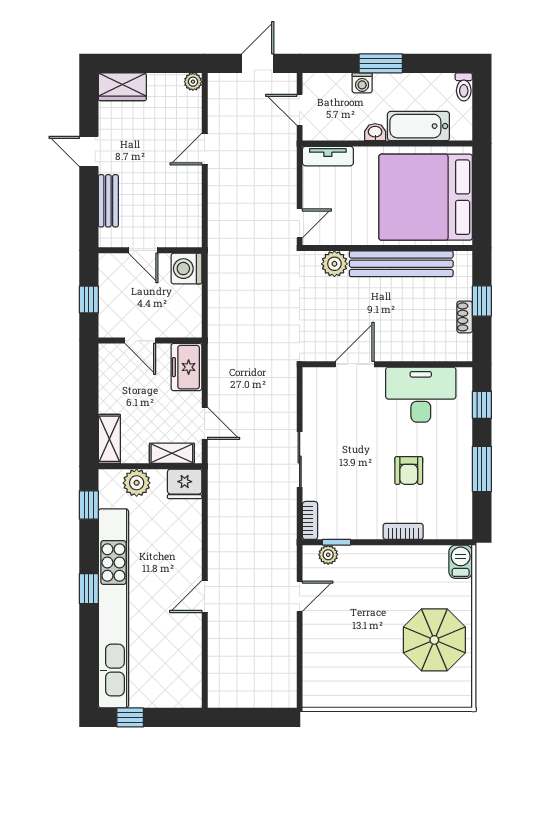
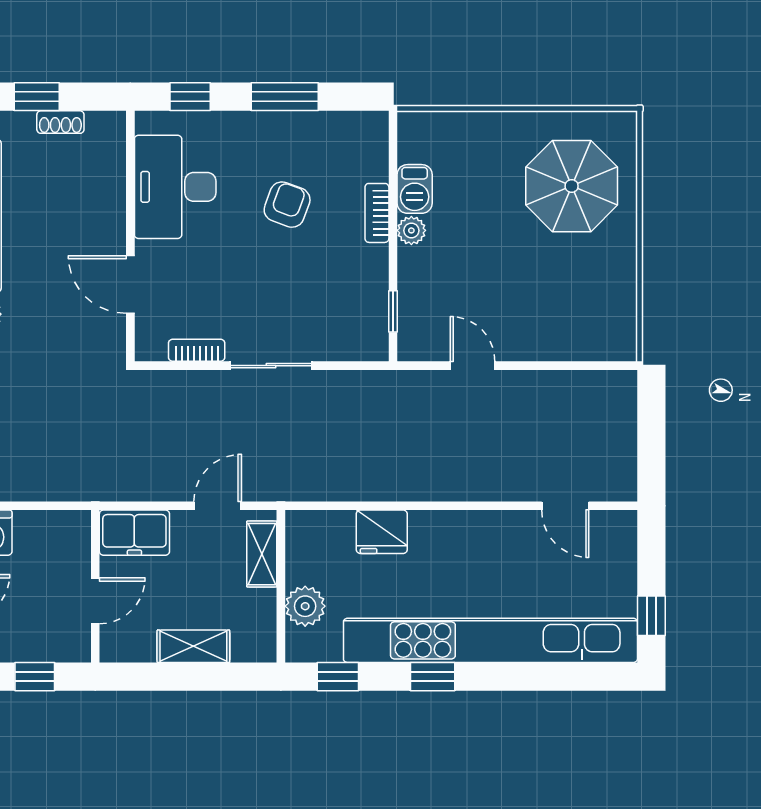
shelving: (109, 439) -> (193, 646), moved
armchair: (409, 470) -> (287, 205), turned -70
fridge: (185, 484) -> (382, 532), moved, turned 90
bookcase: (310, 520) -> (197, 350), moved
plant: (328, 555) -> (411, 230), moved
barbecue: (461, 562) -> (415, 189), moved, turned -90
window: (89, 589) -> (433, 677), moved
door: (205, 597) -> (565, 506), moved
parasol: (434, 640) -> (572, 186), moved

